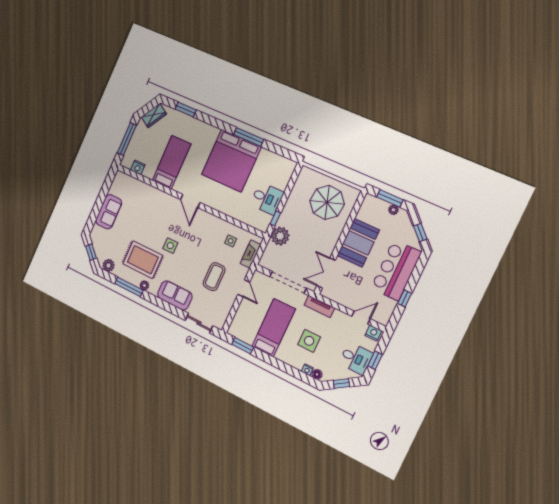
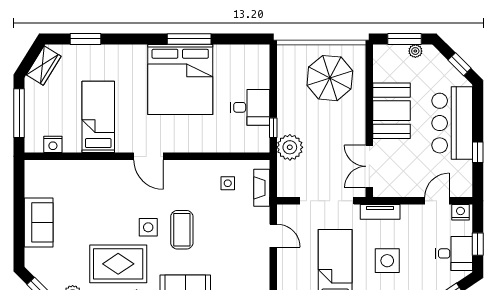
coffee table: (214, 277) -> (182, 230), moved

